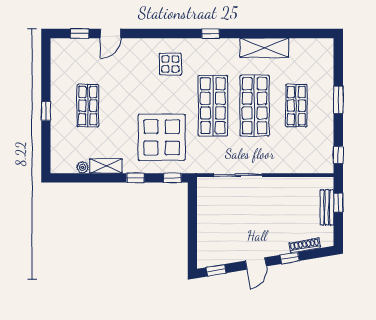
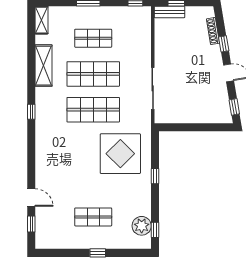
display table: (170, 64) -> (57, 146), removed
shelving: (106, 166) -> (42, 20), moved
plant: (83, 167) -> (142, 226), width x1.88, depth x1.88
window: (172, 178) -> (155, 230), moved
bench: (327, 207) -> (169, 12), moved

